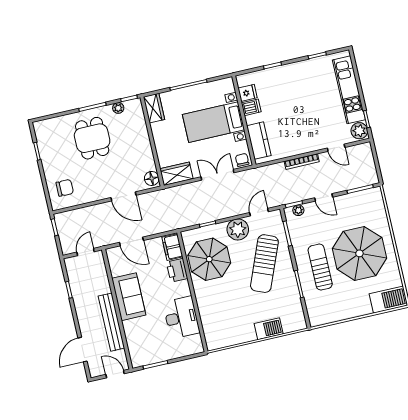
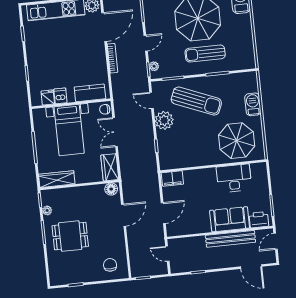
wardrobe: (154, 108) -> (57, 179), width x1.50
door: (336, 148) -> (104, 27), width x1.88
parasol: (209, 259) -> (237, 141), moved
printer: (177, 270) -> (259, 220), moved, turned 180
sofa: (129, 297) -> (230, 219), moved

